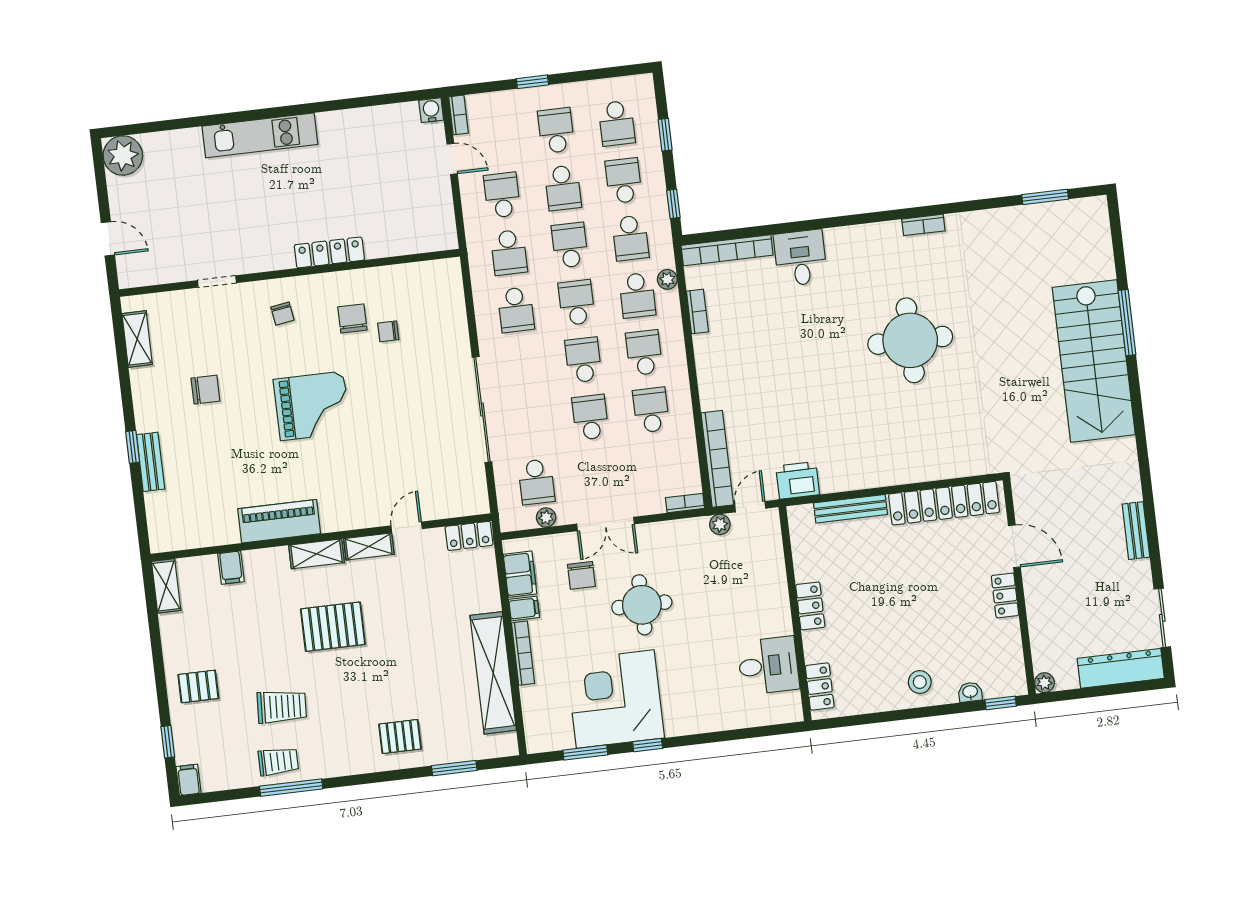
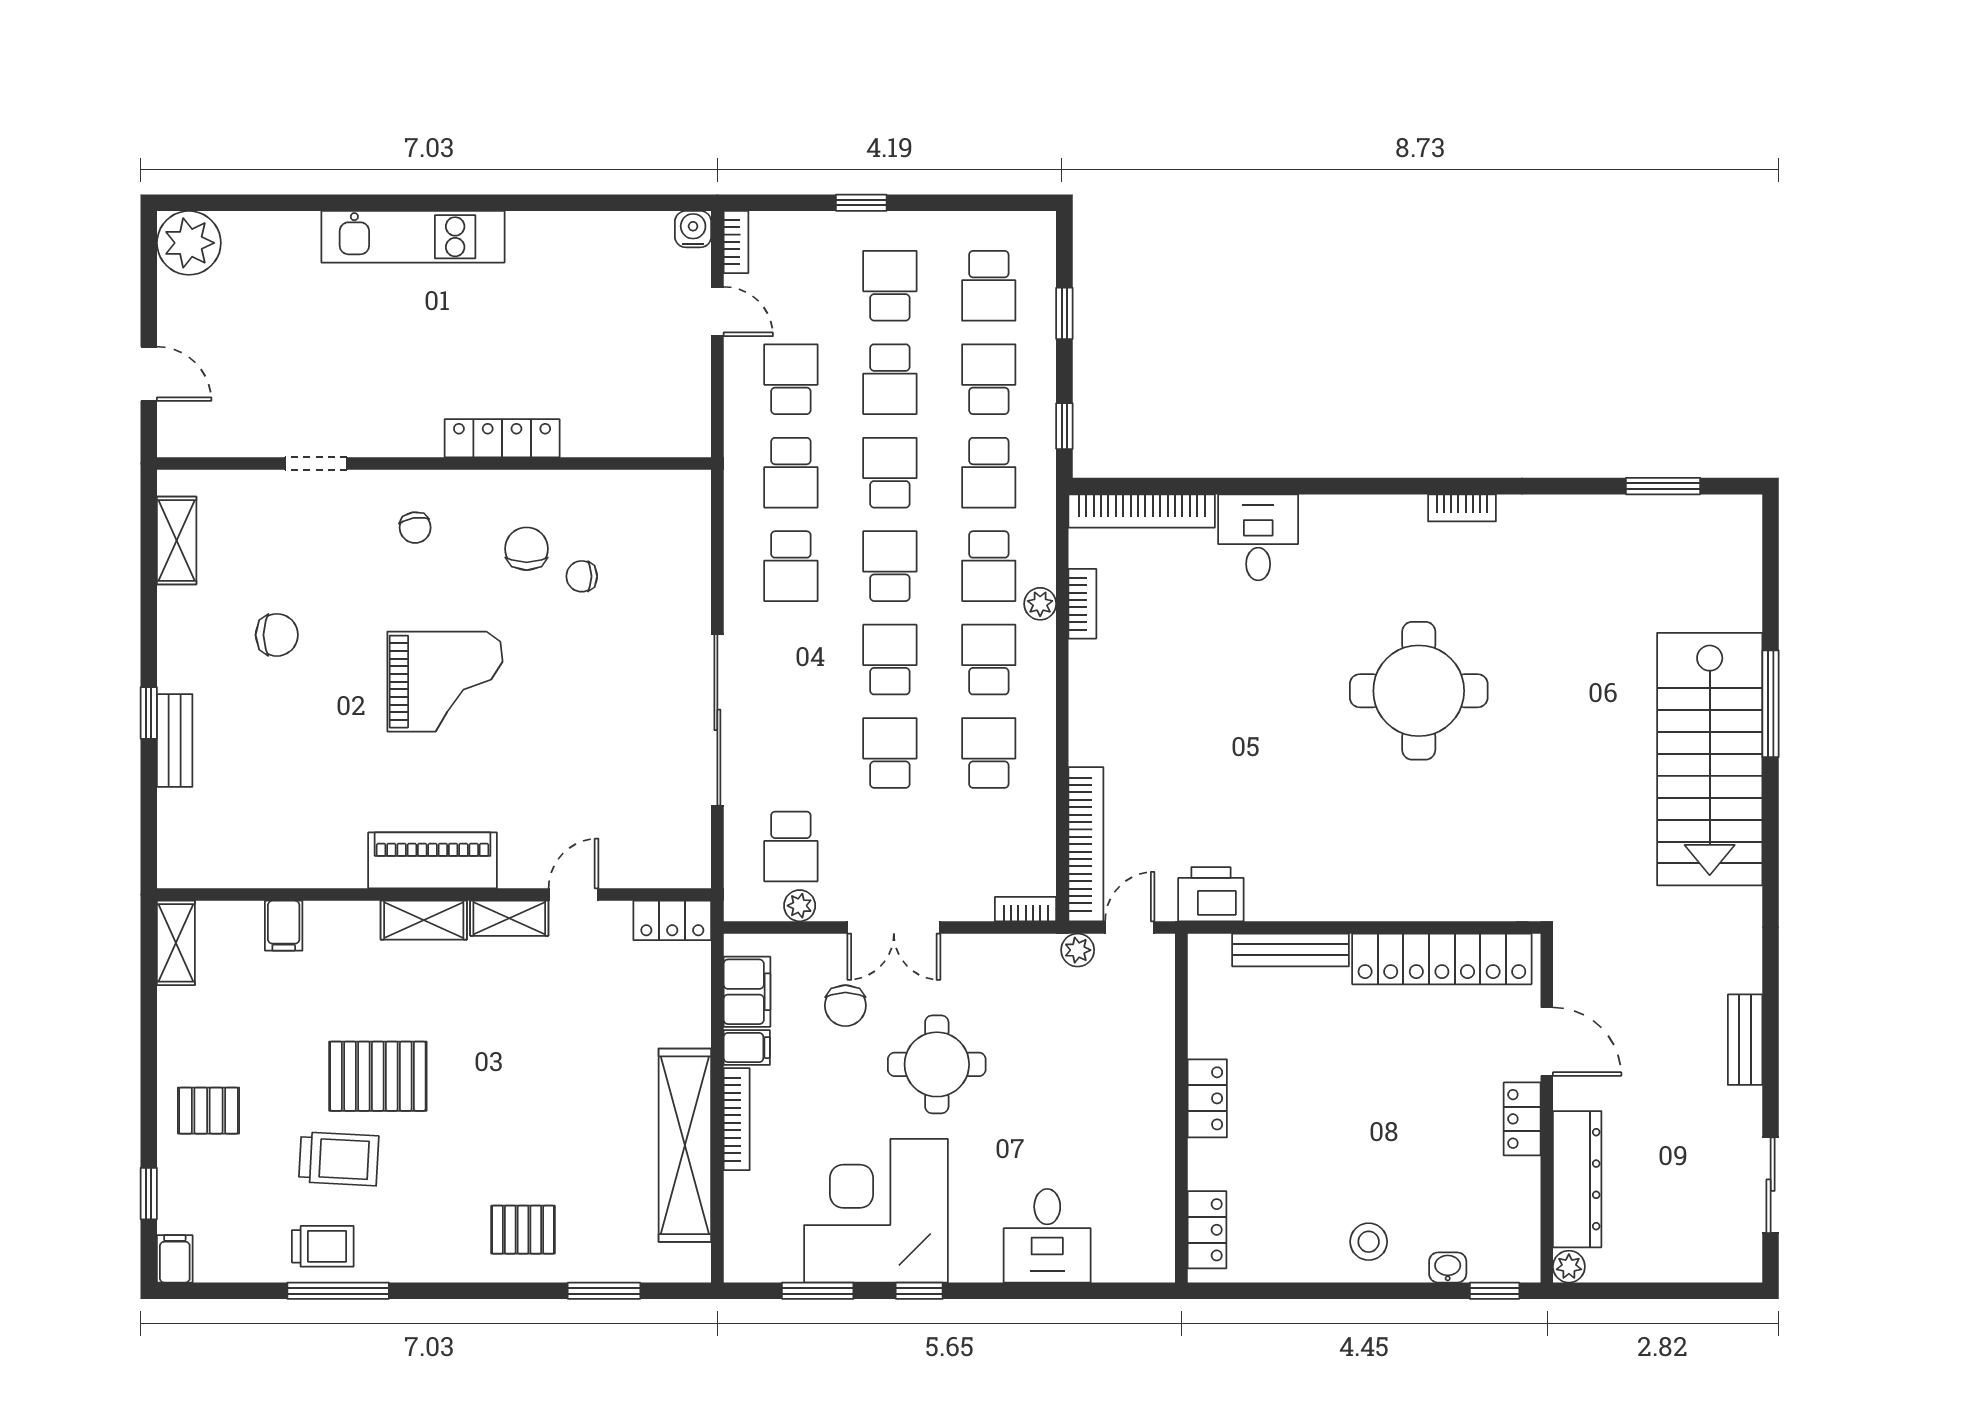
plant: (667, 279) -> (1040, 604), moved
piano: (279, 521) -> (433, 860), moved
pallet: (333, 627) -> (378, 1076), moved
desk: (768, 666) -> (1047, 1236), moved, turned 90
dresser: (1121, 668) -> (1577, 1179), moved, turned 90

